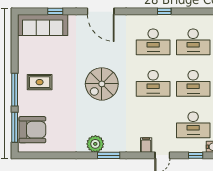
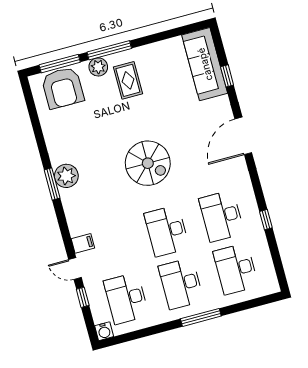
spiral stairs: (102, 84) -> (148, 163), turned 180
plant: (24, 101) -> (98, 67), added
window: (109, 155) -> (52, 184), moved
window: (196, 155) -> (83, 297), moved

